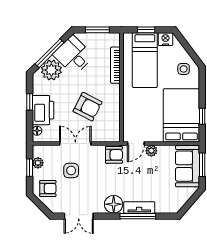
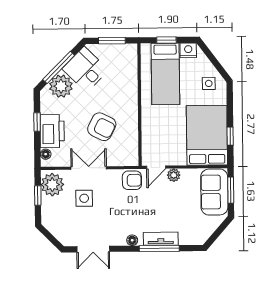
bookcase: (115, 65) -> (132, 80), removed
plant: (38, 163) -> (52, 185), width x1.88, depth x1.88
armchair: (48, 188) -> (58, 219), removed
floor lamp: (114, 204) -> (132, 240), width x0.53, depth x0.53

